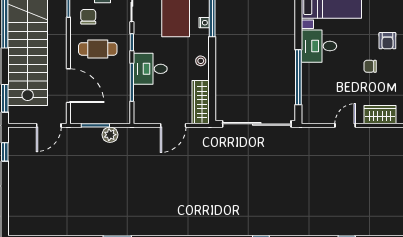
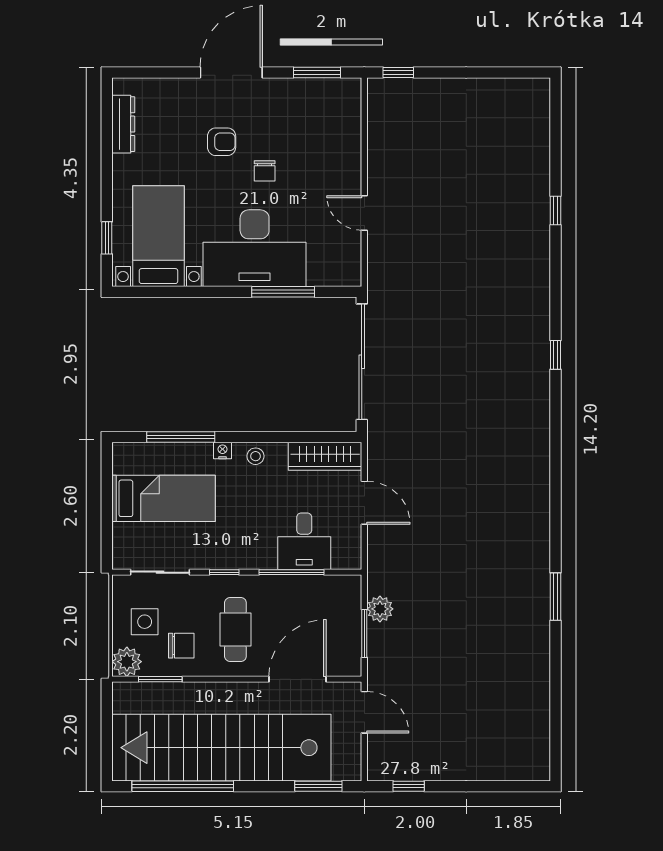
chair: (88, 17) -> (181, 646), turned 180
nightstand: (204, 23) -> (222, 451), moved
desk: (319, 46) -> (255, 248), width x1.87, depth x1.30
desk: (150, 69) -> (304, 541), moved
window: (298, 77) -> (283, 292), width x0.68
wardrobe: (380, 115) -> (346, 154), removed

